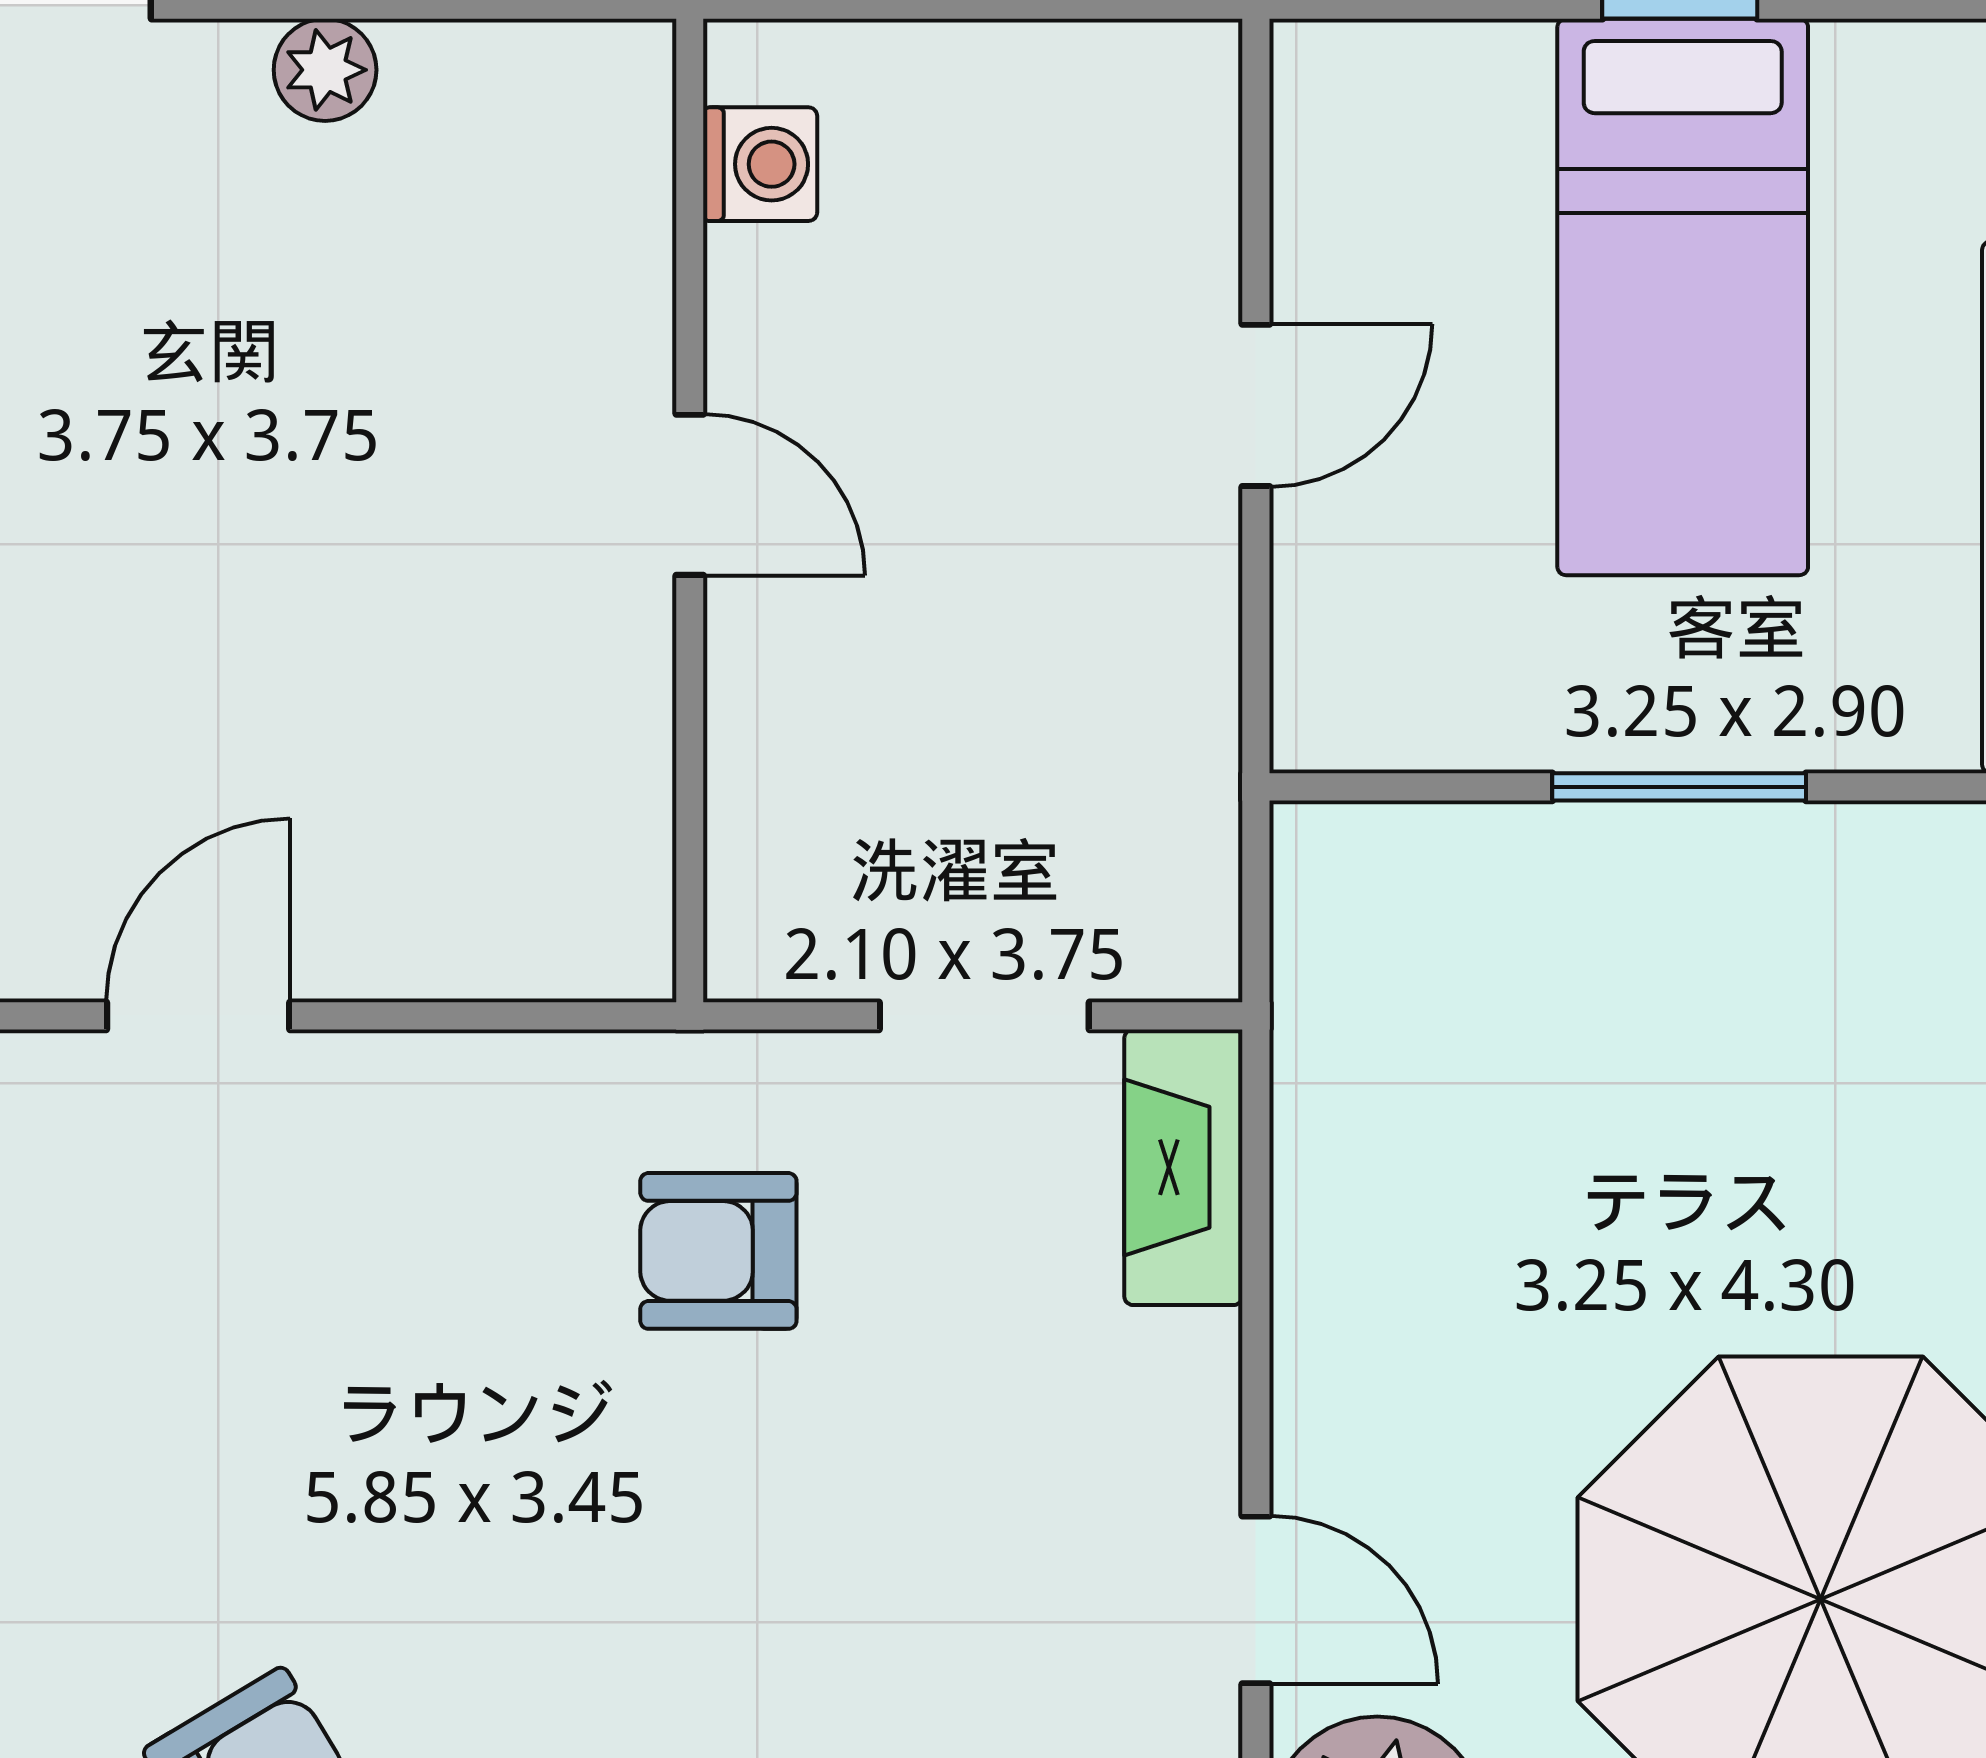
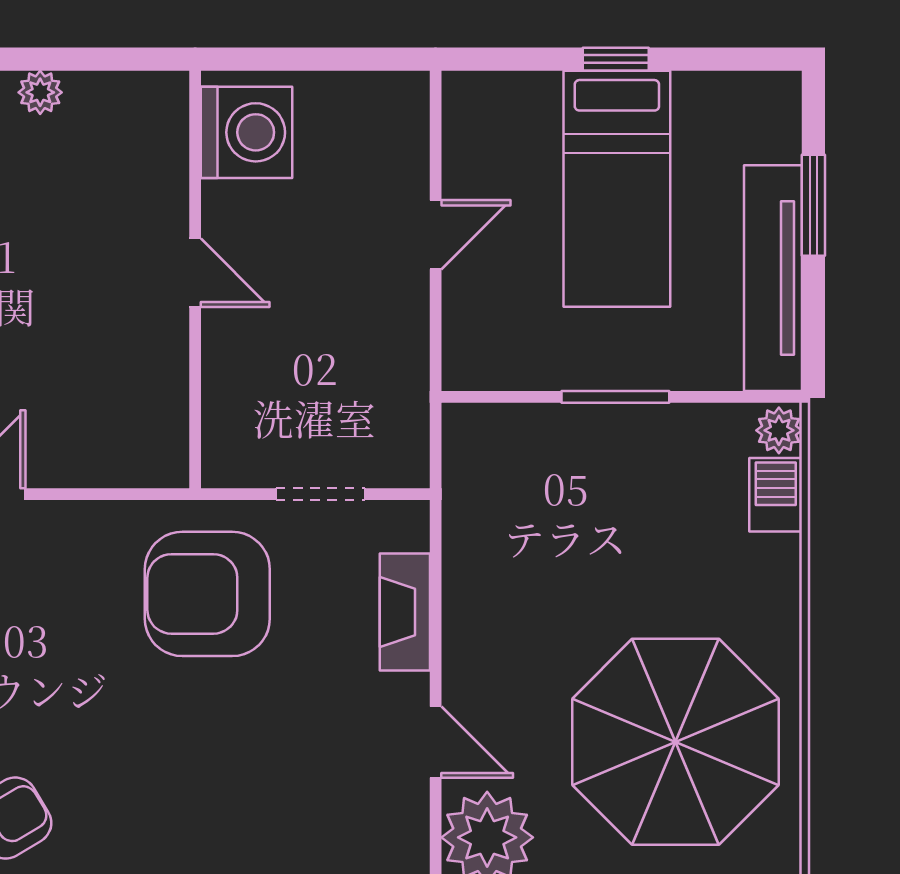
washing machine: (760, 164) -> (247, 132), width x1.89, depth x1.89
fireplace: (1183, 1167) -> (405, 612), moved
armchair: (718, 1251) -> (207, 594), width x1.88, depth x1.88

